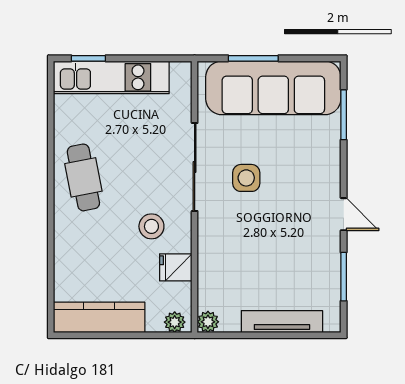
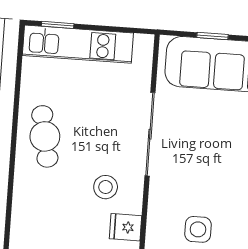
window: (253, 58) -> (212, 36), width x0.67
side table: (246, 178) -> (198, 229), moved

